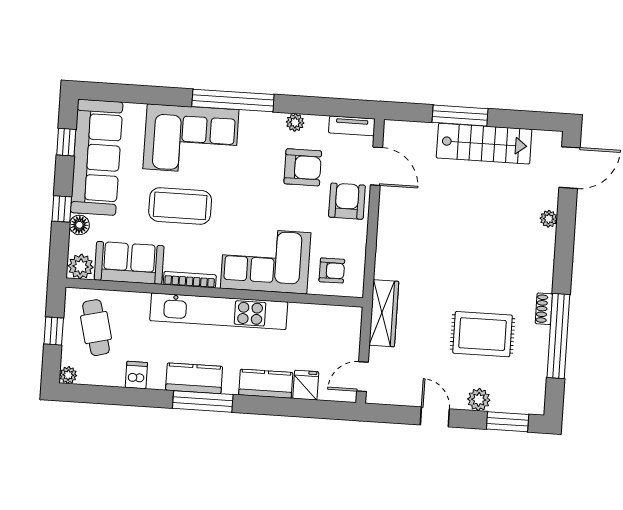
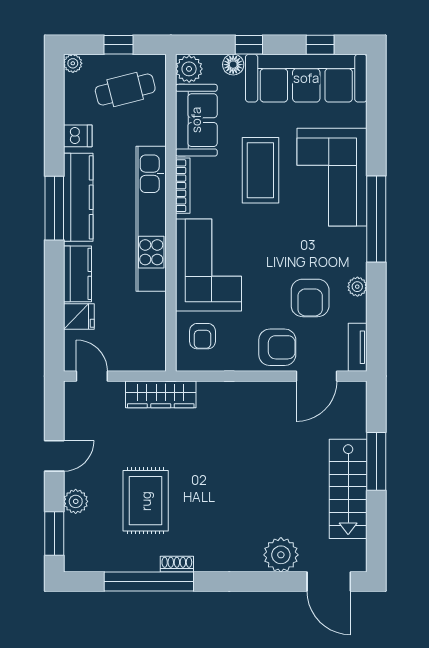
plant: (549, 219) -> (281, 555), width x1.88, depth x1.88
kitchen counter: (194, 378) -> (78, 197), width x1.50

